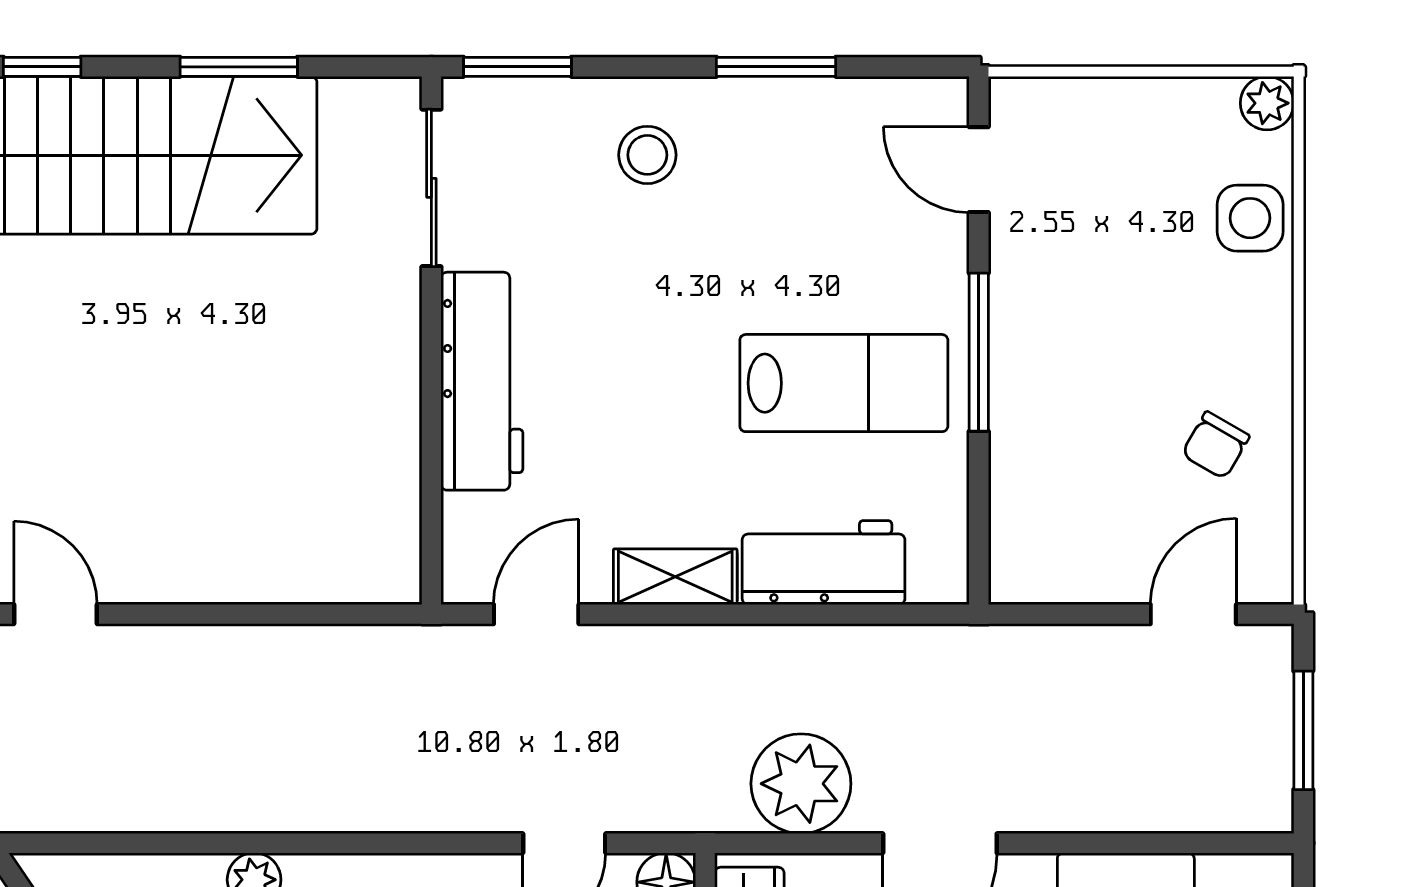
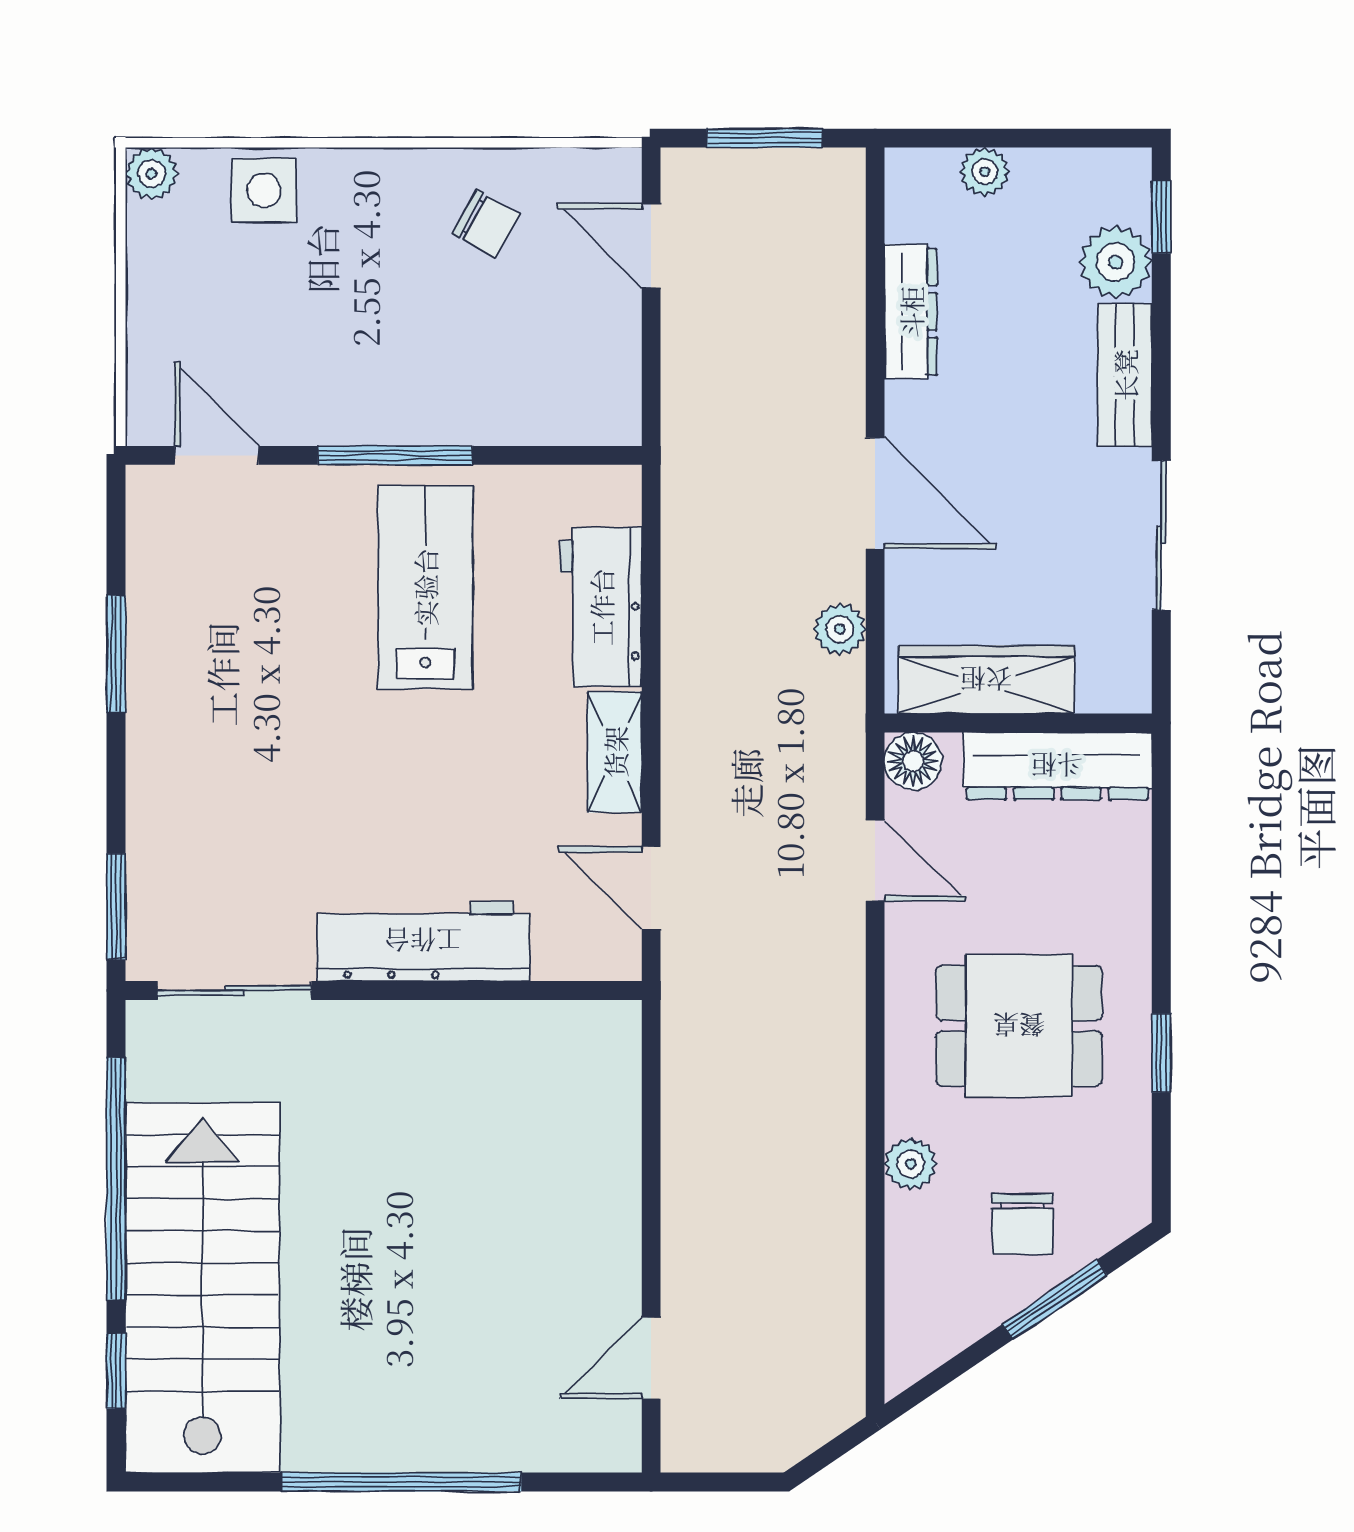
window: (239, 67) -> (116, 1179), width x2.11
stool: (647, 155) -> (202, 779), removed
door: (979, 170) -> (217, 455), swing flipped
plant: (801, 784) -> (840, 629), width x0.53, depth x0.53

